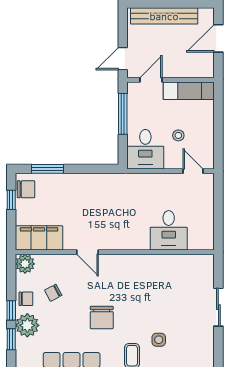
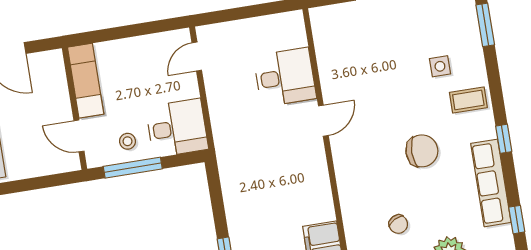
door: (123, 59) -> (56, 180), removed
stool: (178, 135) -> (128, 141), moved
door: (87, 252) -> (323, 121), moved

